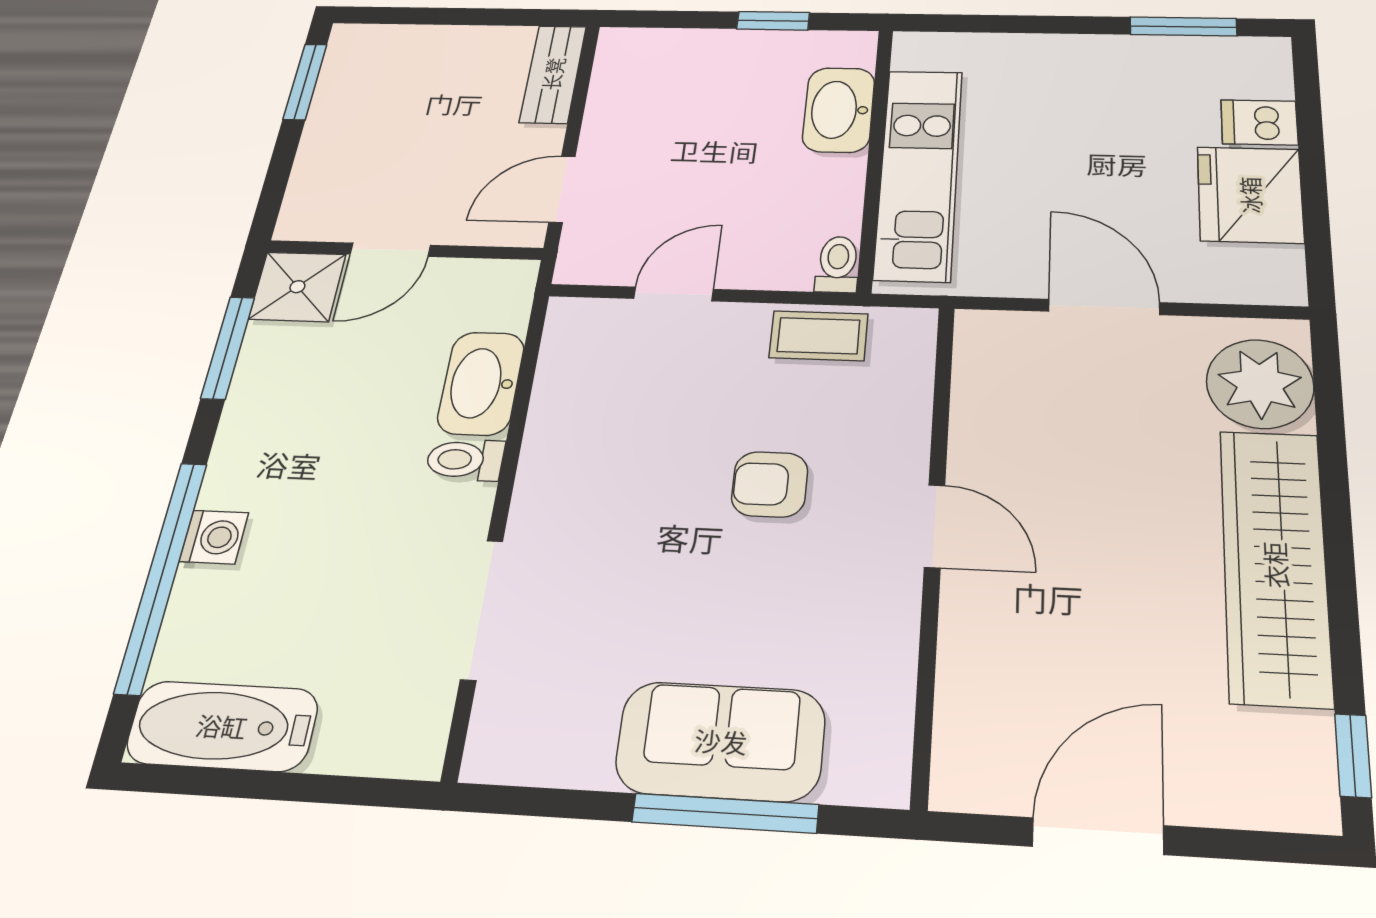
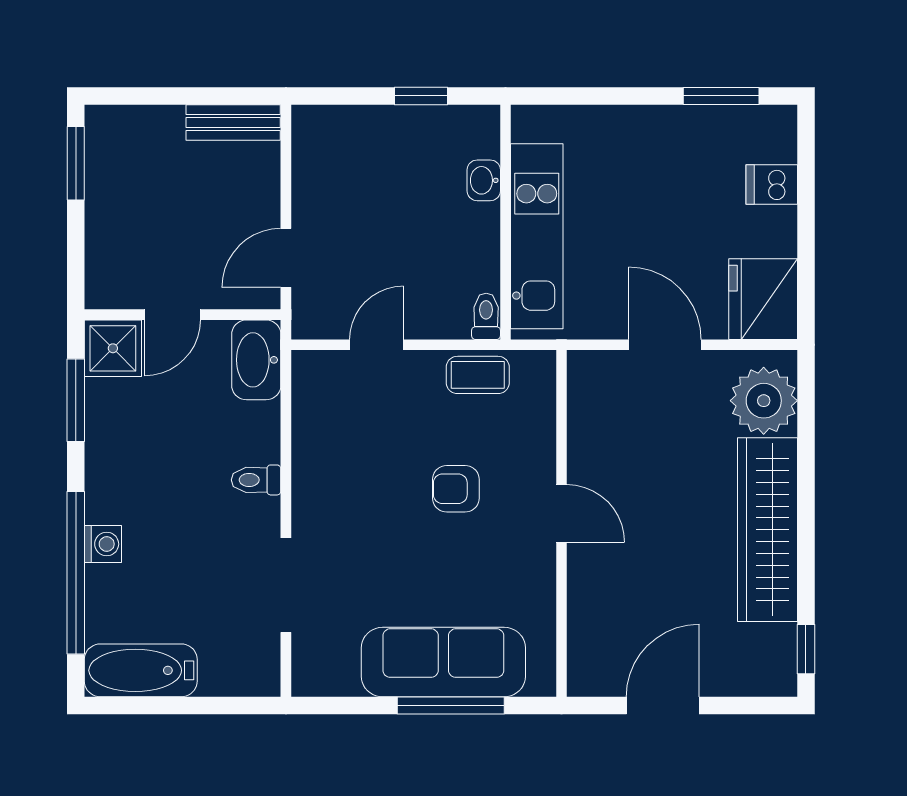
bench: (553, 74) -> (233, 122), moved, turned 90
washbasin: (839, 110) -> (484, 180), width x0.52, depth x0.69
fridge: (1250, 195) -> (763, 299), moved
washbasin: (481, 383) -> (256, 360), moved
sofa: (721, 741) -> (443, 662), width x1.36

